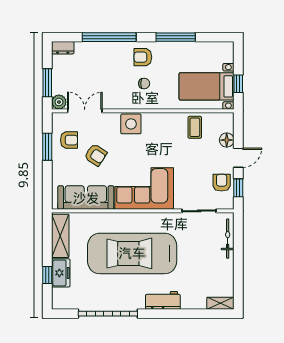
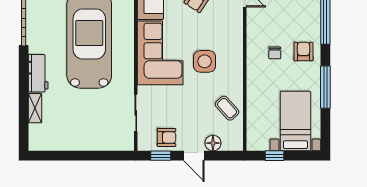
bed with nightstands: (207, 86) -> (295, 121), moved
side table: (131, 124) -> (205, 61), moved
coffee table: (195, 127) -> (227, 108), turned 48
bicycle: (228, 239) -> (106, 144), removed
shelving: (220, 303) -> (35, 108), moved

